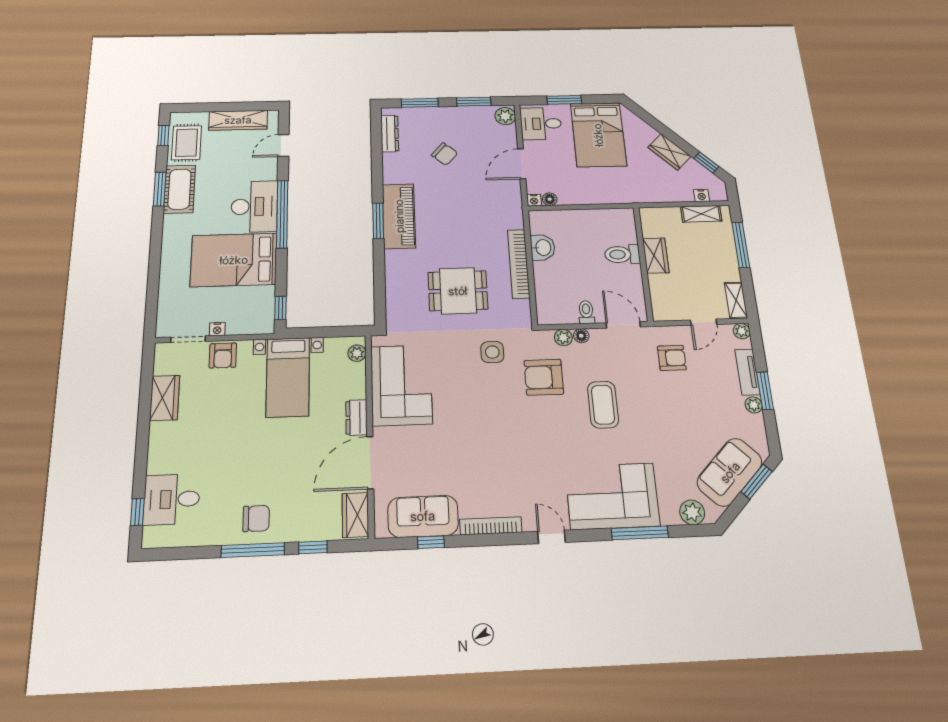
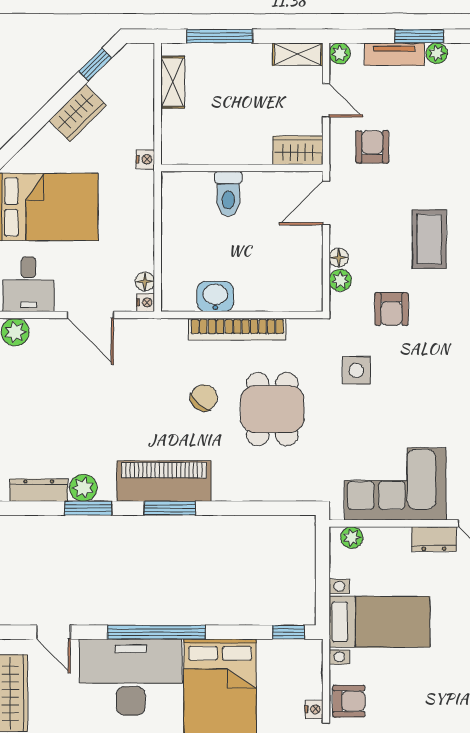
chair: (445, 154) -> (204, 398), moved
plant: (392, 162) -> (83, 488), added
window: (377, 166) -> (88, 508), added
nightstand: (702, 195) -> (145, 159), moved
desk: (254, 206) -> (131, 677), width x1.36, depth x1.30
wardrobe: (656, 256) -> (298, 150), moved
toilet: (586, 312) -> (307, 248), removed
armchair: (544, 377) -> (391, 309), width x0.72, depth x0.72
coffee table: (603, 405) -> (429, 239), turned 90

